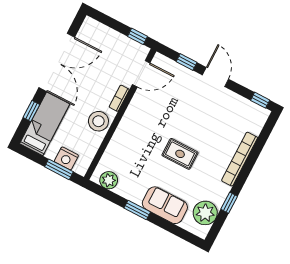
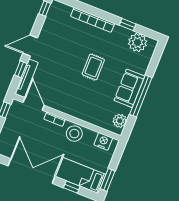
tv unit: (175, 68) -> (27, 78), added
nightstand: (66, 158) -> (103, 141), moved, turned -90
window: (59, 169) -> (108, 180), moved
sofa: (165, 205) -> (129, 88), moved
window: (137, 210) -> (141, 96), width x2.11

